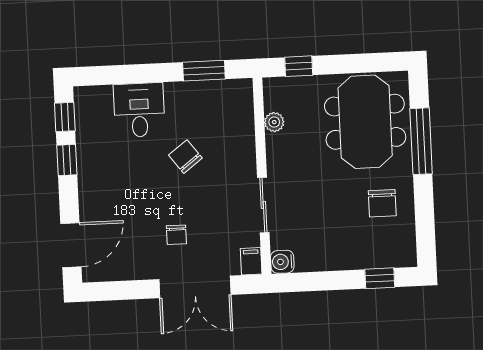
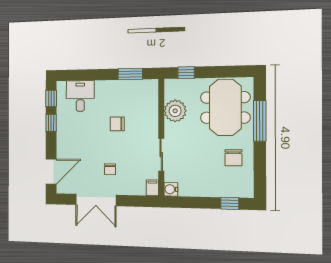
desk: (139, 110) -> (80, 96), moved
plant: (274, 122) -> (175, 111), width x1.87, depth x1.87
chair: (185, 157) -> (117, 124), turned -53
double door: (195, 287) -> (96, 200), moved

